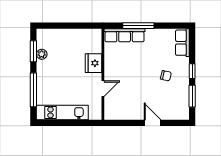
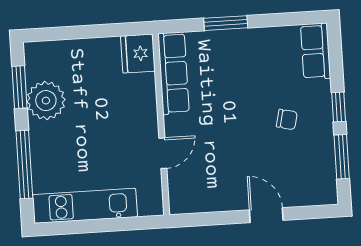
window: (138, 26) -> (226, 23), width x0.69
row of seats: (125, 35) -> (174, 73), moved, turned -90
plant: (42, 54) -> (46, 101), width x1.87, depth x1.87
fridge: (94, 63) -> (138, 54), moved

